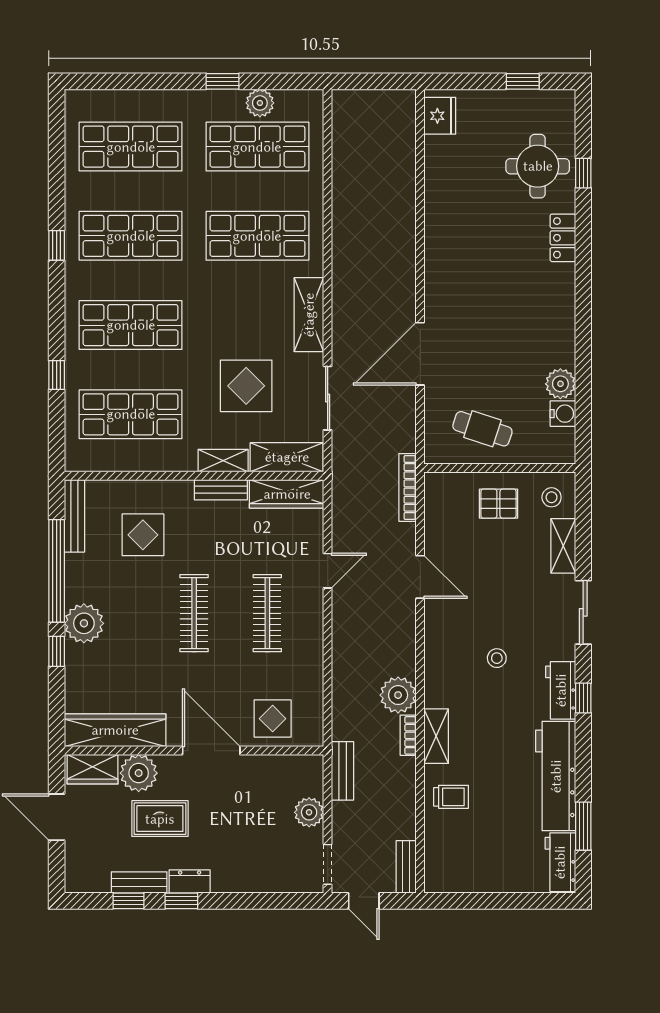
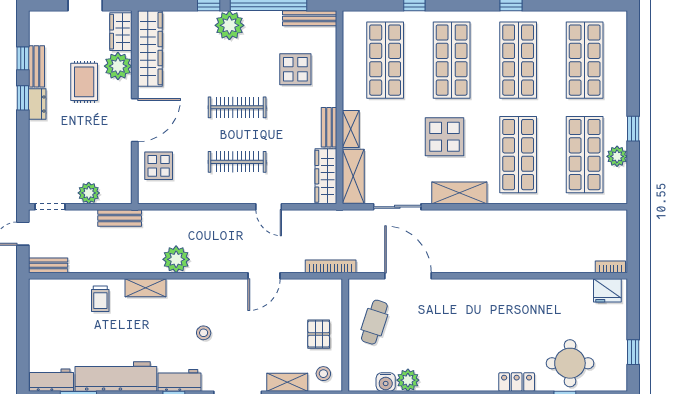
door: (420, 354) -> (408, 276), moved
display table: (246, 386) -> (444, 137), moved
bookcase: (408, 735) -> (610, 267), moved

